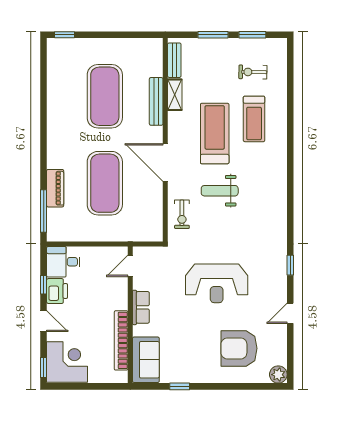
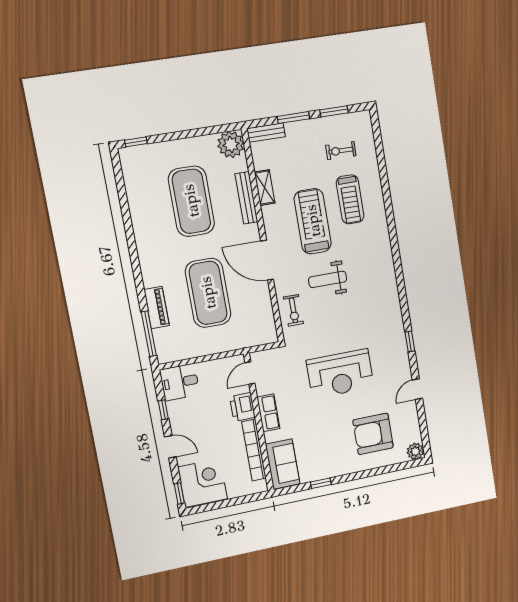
plant: (150, 50) -> (231, 144), added
bench: (174, 60) -> (266, 133), moved, turned 90
printer: (57, 291) -> (242, 407), moved, turned 180

